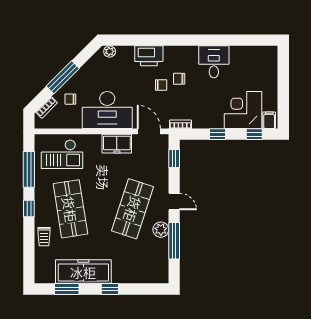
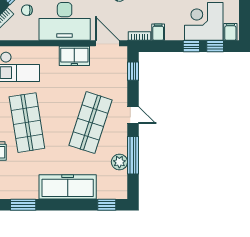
filing cabinet: (199, 120) -> (158, 32), added
window: (217, 134) -> (191, 46), moved
plant: (161, 230) -> (119, 162), moved
freezer: (83, 272) -> (68, 187), moved
window: (110, 289) -> (107, 205), moved

